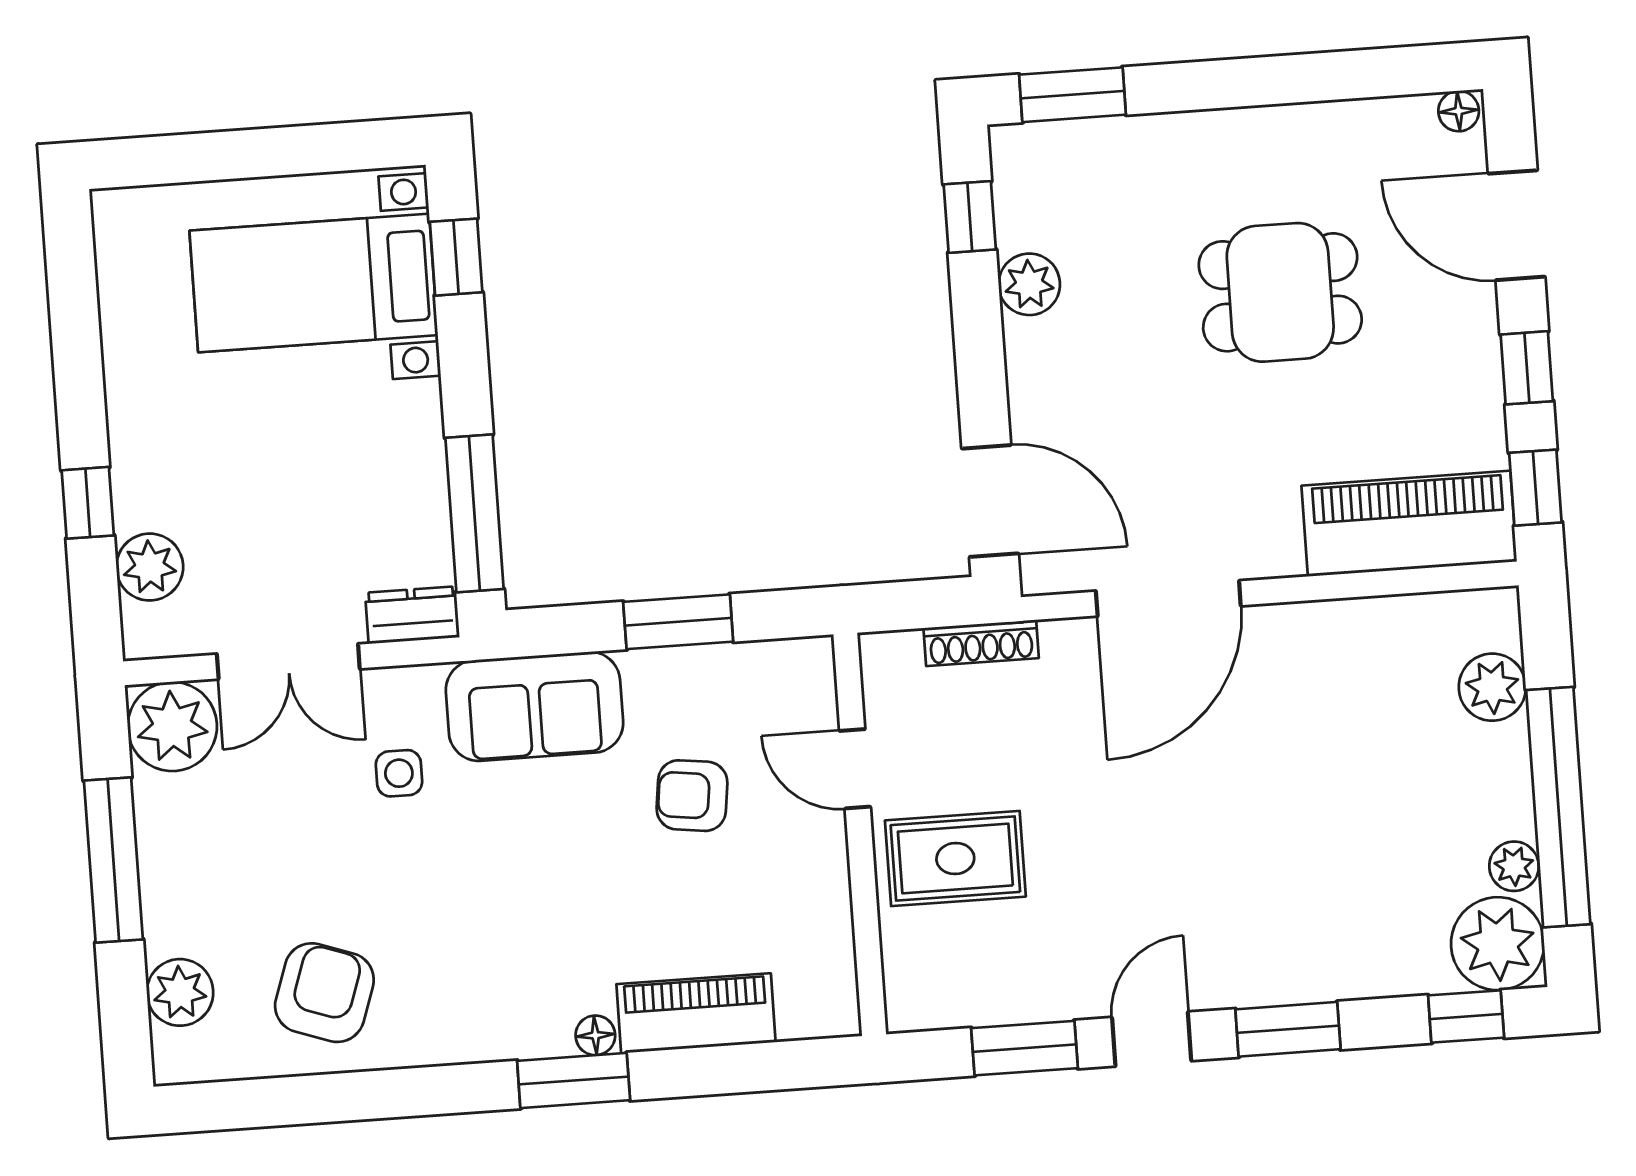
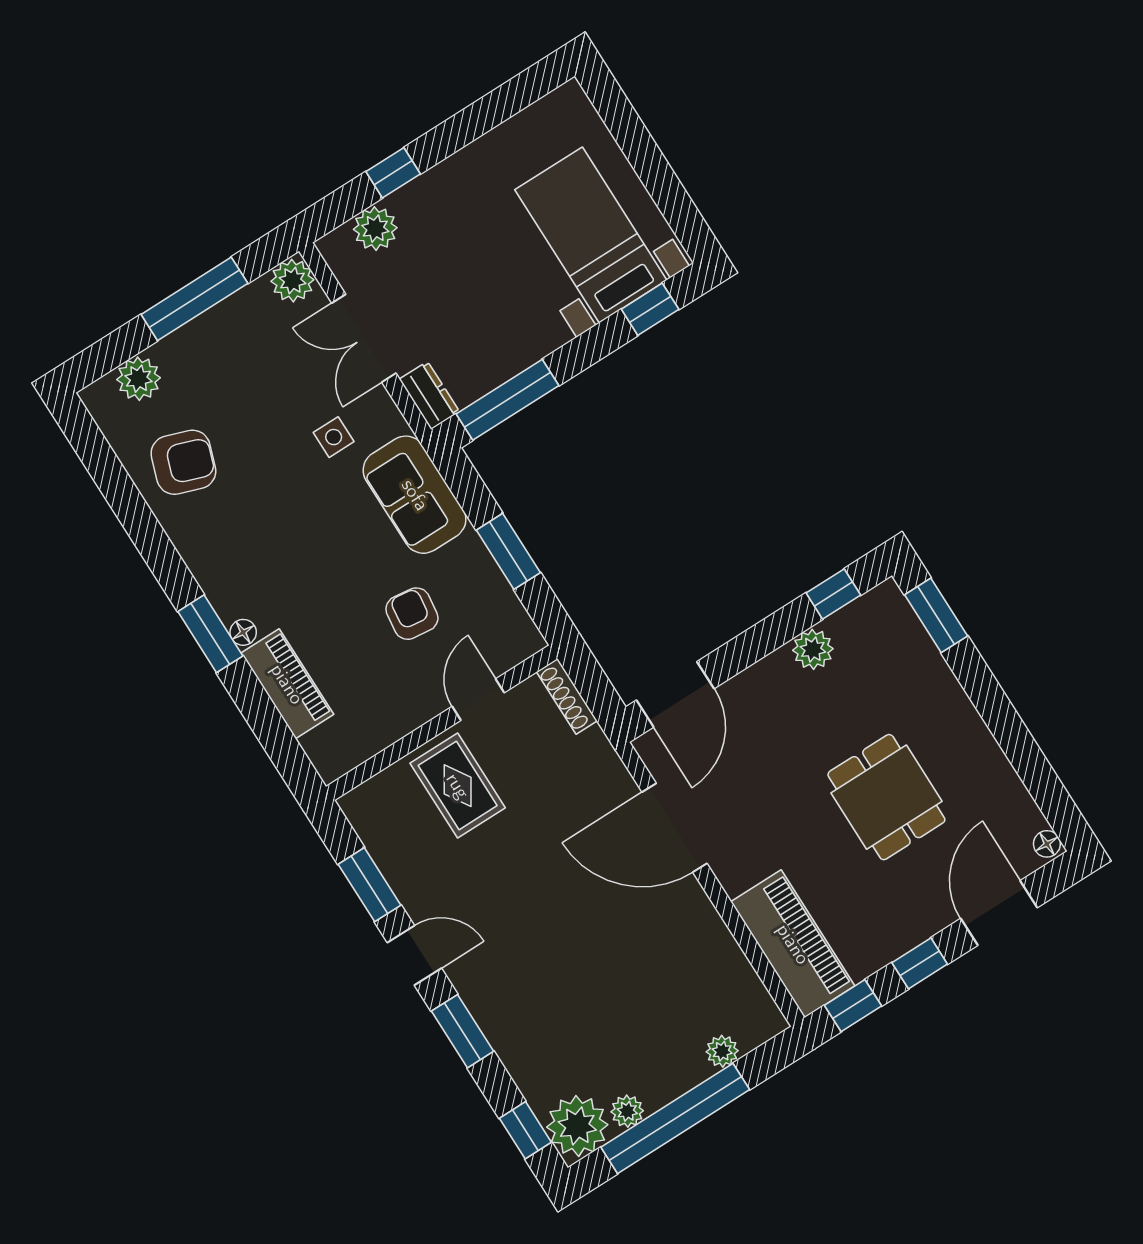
shoe rack: (981, 643) -> (567, 696), moved
plant: (1492, 687) -> (722, 1051), width x0.73, depth x0.73
plant: (172, 726) -> (292, 281), width x0.73, depth x0.73

